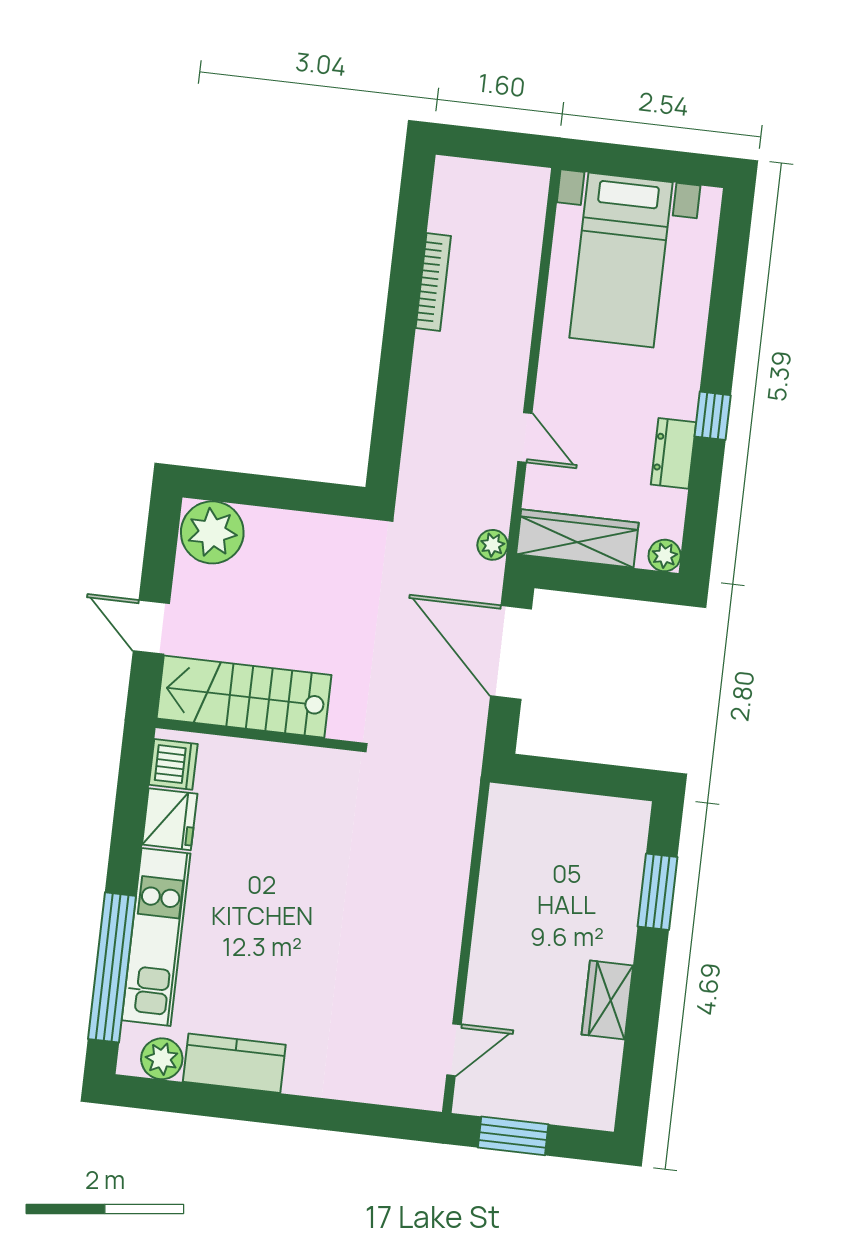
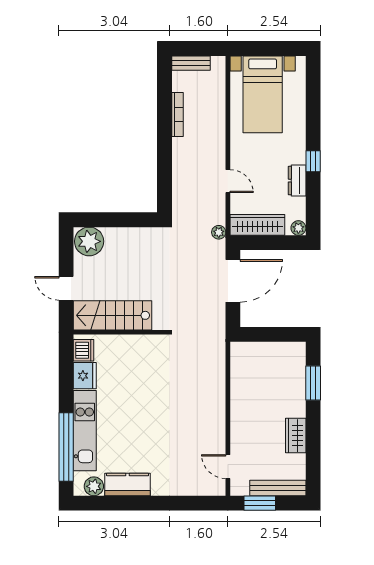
bench: (475, 175) -> (191, 63), added
door: (511, 653) -> (233, 281), swing flipped
door: (454, 1050) -> (228, 467), swing flipped
bench: (556, 1108) -> (278, 488), added

